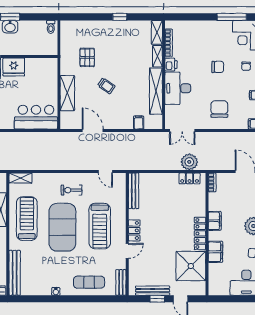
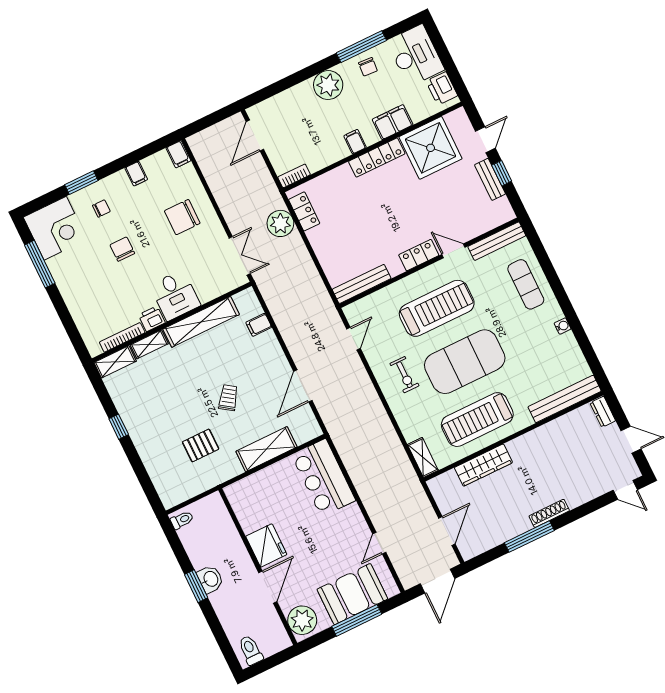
desk: (178, 88) -> (175, 295), width x0.73
filing cabinet: (215, 221) -> (355, 142), width x0.50
bench: (121, 282) -> (497, 241), width x1.36
printer: (221, 288) -> (442, 88), added
bench: (153, 291) -> (490, 179), width x0.73

